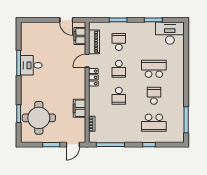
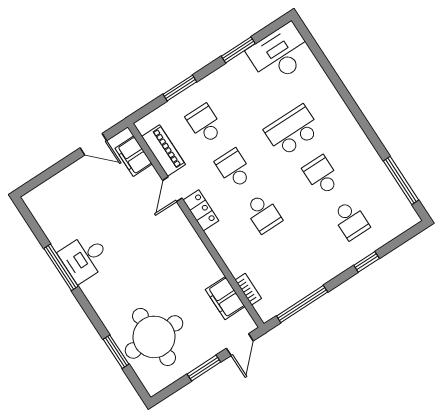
school desk: (119, 69) -> (234, 169), turned 180
filing cabinet: (80, 108) -> (225, 298), moved
school desk: (154, 123) -> (351, 220), width x0.54

